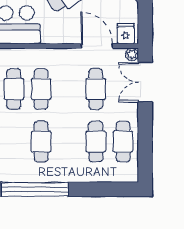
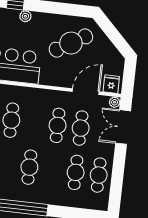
door: (97, 46) -> (86, 92), hinge flipped
cafe table: (41, 89) -> (58, 125), moved

